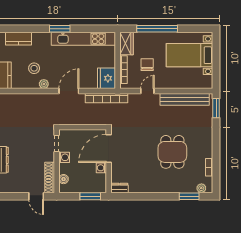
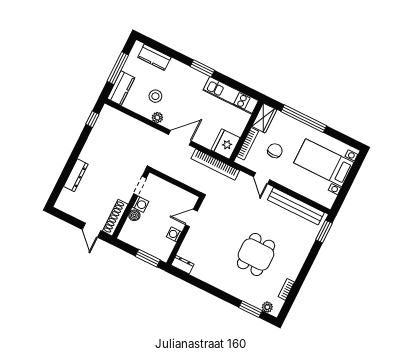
kitchen unit: (83, 39) -> (231, 95), width x0.73
door: (147, 91) -> (262, 178), swing flipped
door: (109, 148) -> (191, 218), width x0.53
boiler: (64, 179) -> (134, 215), moved

